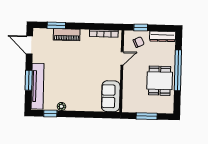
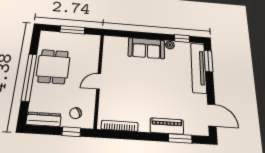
door: (122, 58) -> (99, 81), moved
window: (29, 80) -> (208, 61), moved
sofa: (111, 96) -> (146, 48), moved, turned 90

